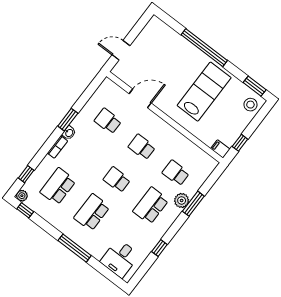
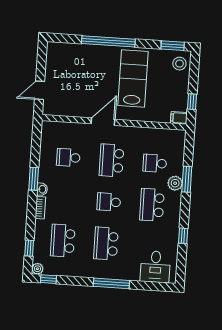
door: (140, 98) -> (103, 122), moved
school desk: (142, 147) -> (112, 160), width x1.85

